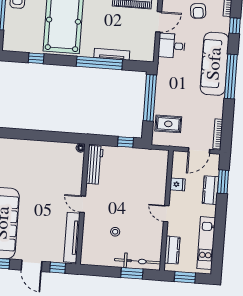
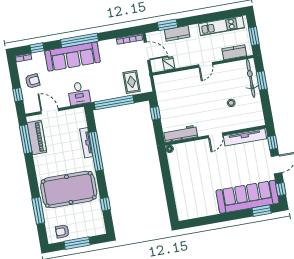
desk: (172, 46) -> (79, 93), moved
fridge: (178, 184) -> (169, 63), moved

